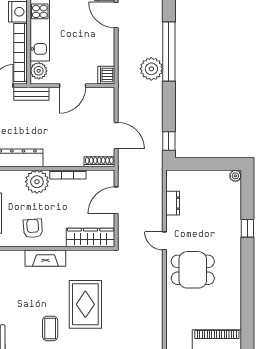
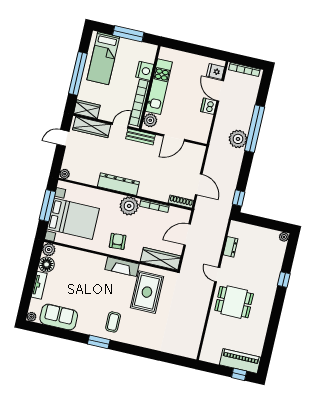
dishwasher: (106, 75) -> (209, 106), moved
rug: (85, 304) -> (147, 292), moved

